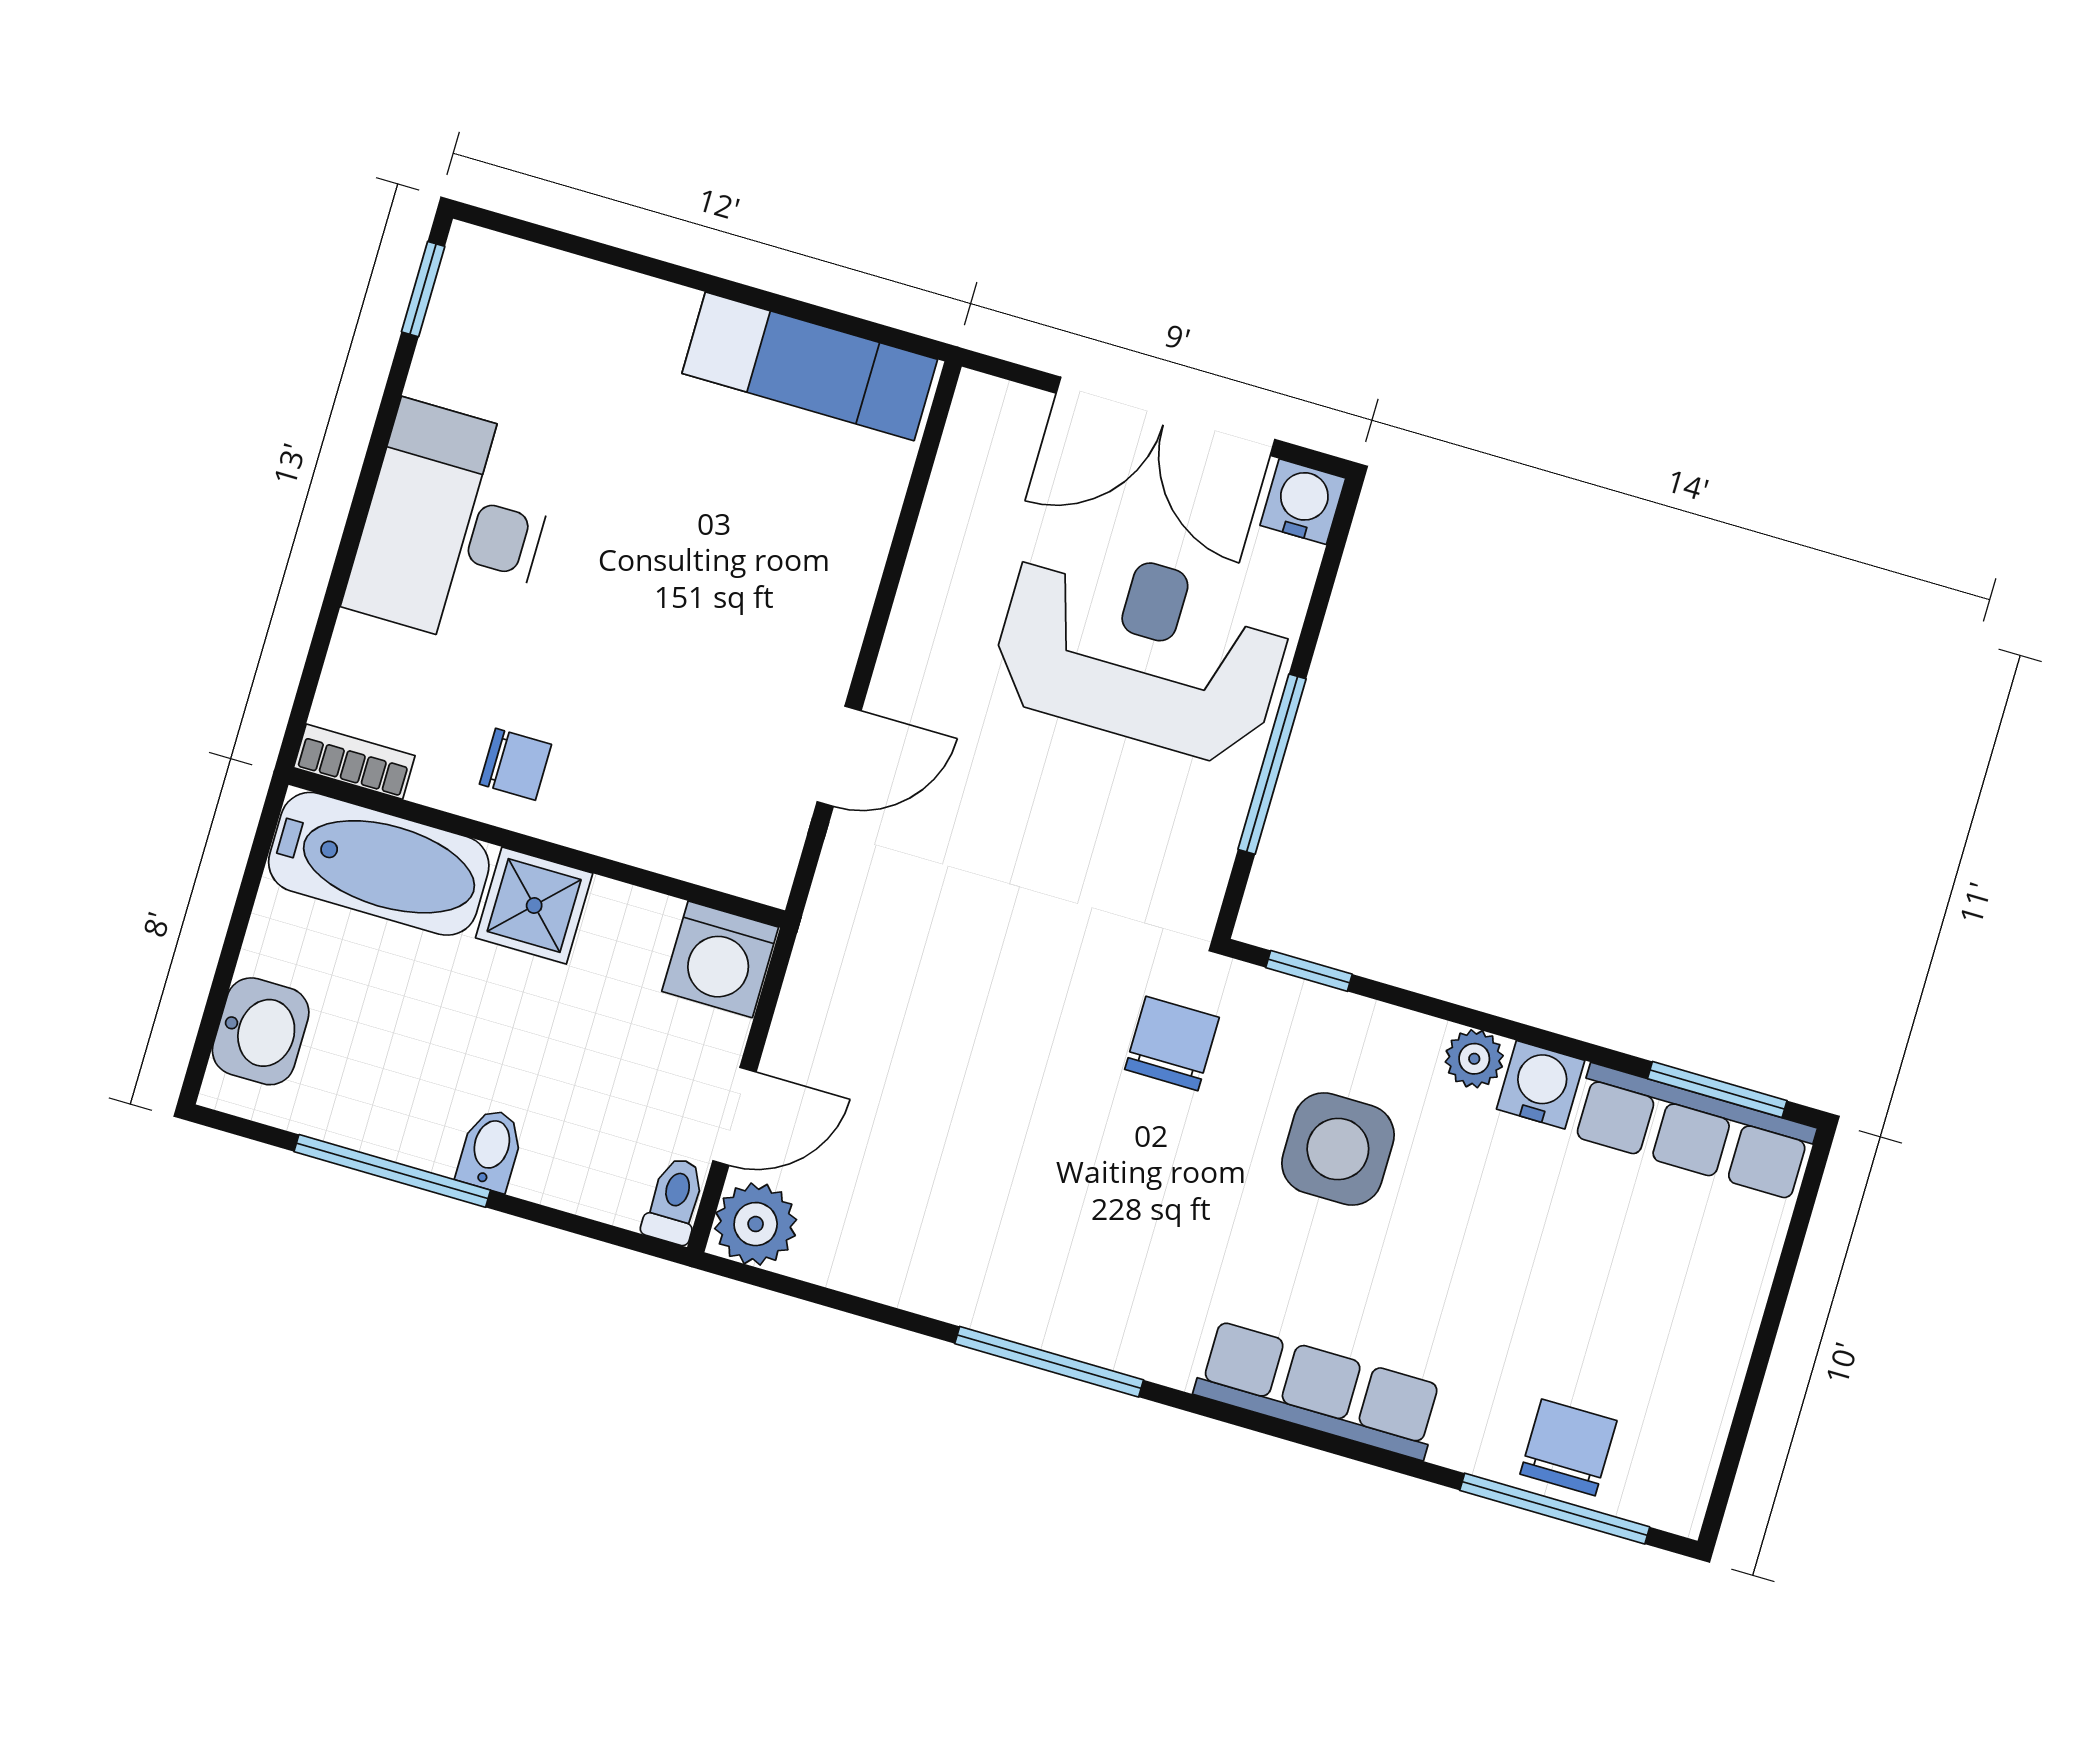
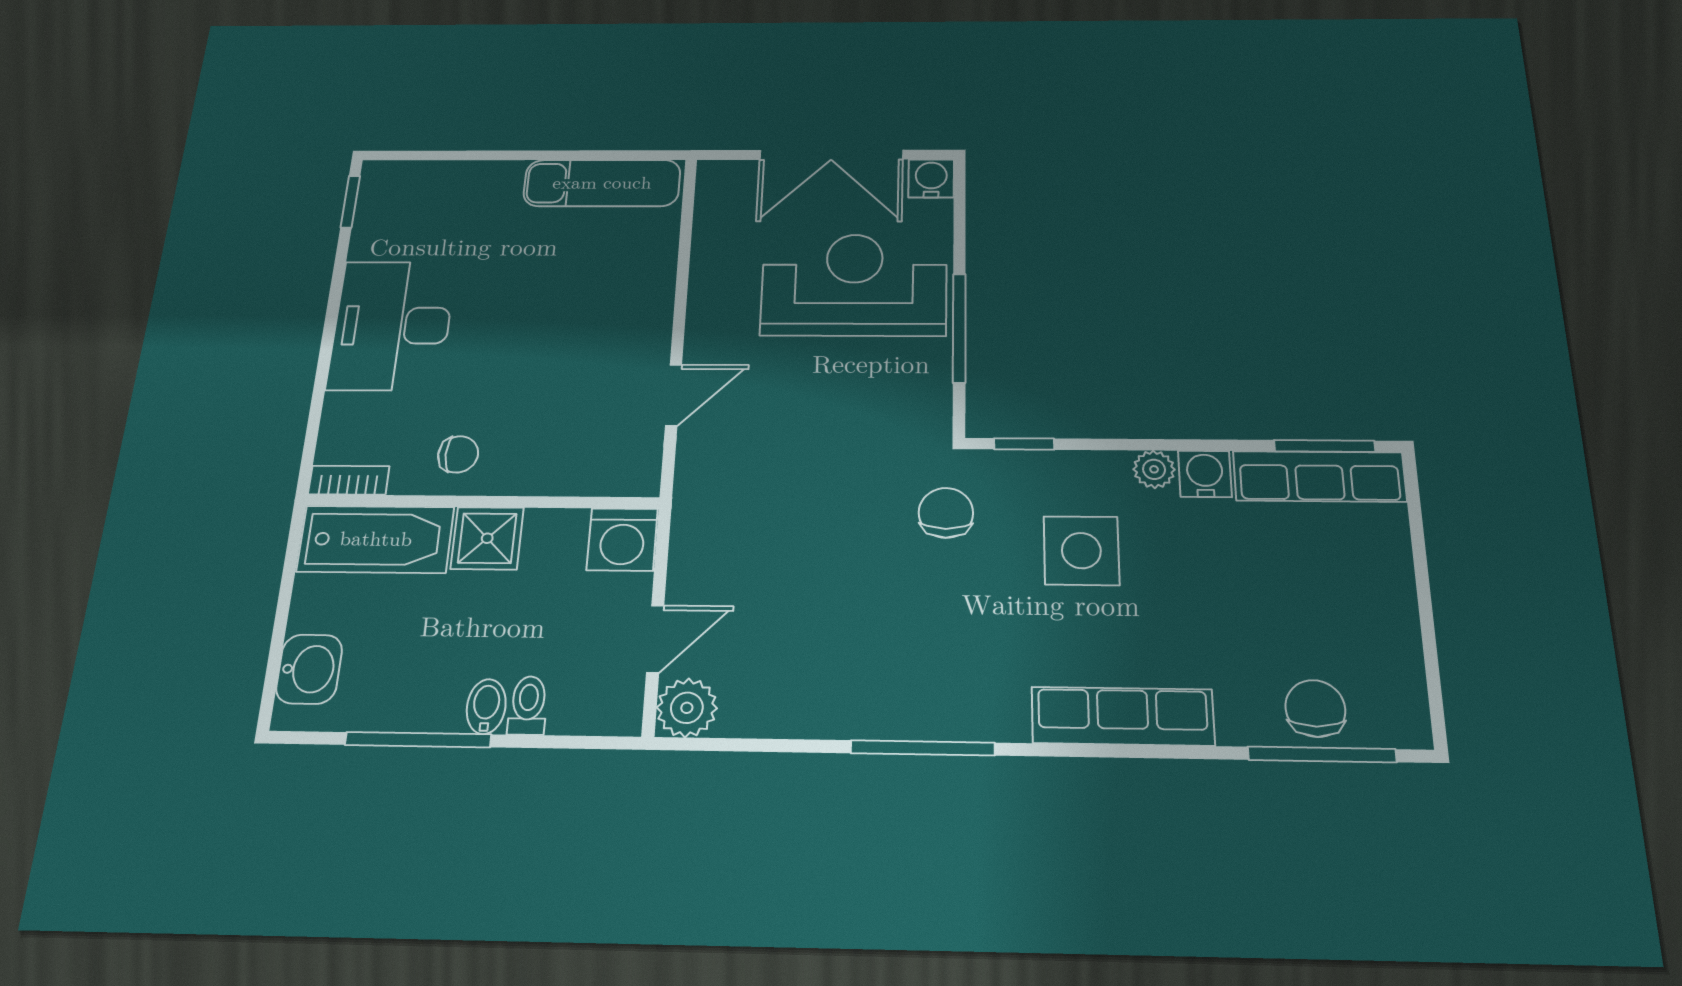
toilet: (674, 1201) -> (528, 706), moved

